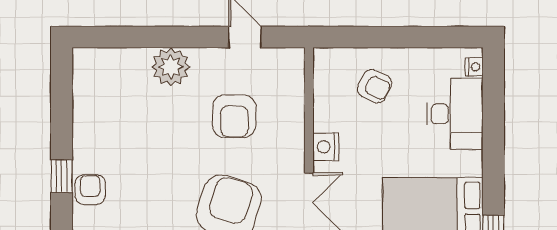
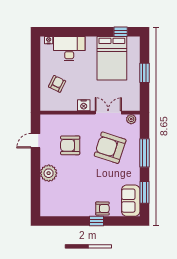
armchair: (234, 116) -> (70, 145), turned 180
armchair: (90, 190) -> (102, 208), turned 180

